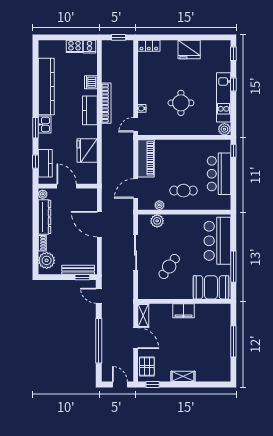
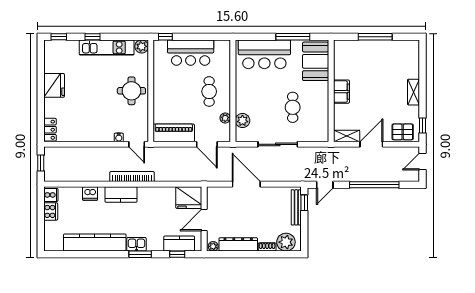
bookcase: (106, 103) -> (132, 177), moved
round table: (181, 103) -> (131, 91), moved
fridge: (87, 151) -> (189, 198), moved
door: (99, 224) -> (246, 184), swing flipped
cafe table: (169, 266) -> (293, 107), turned 54

